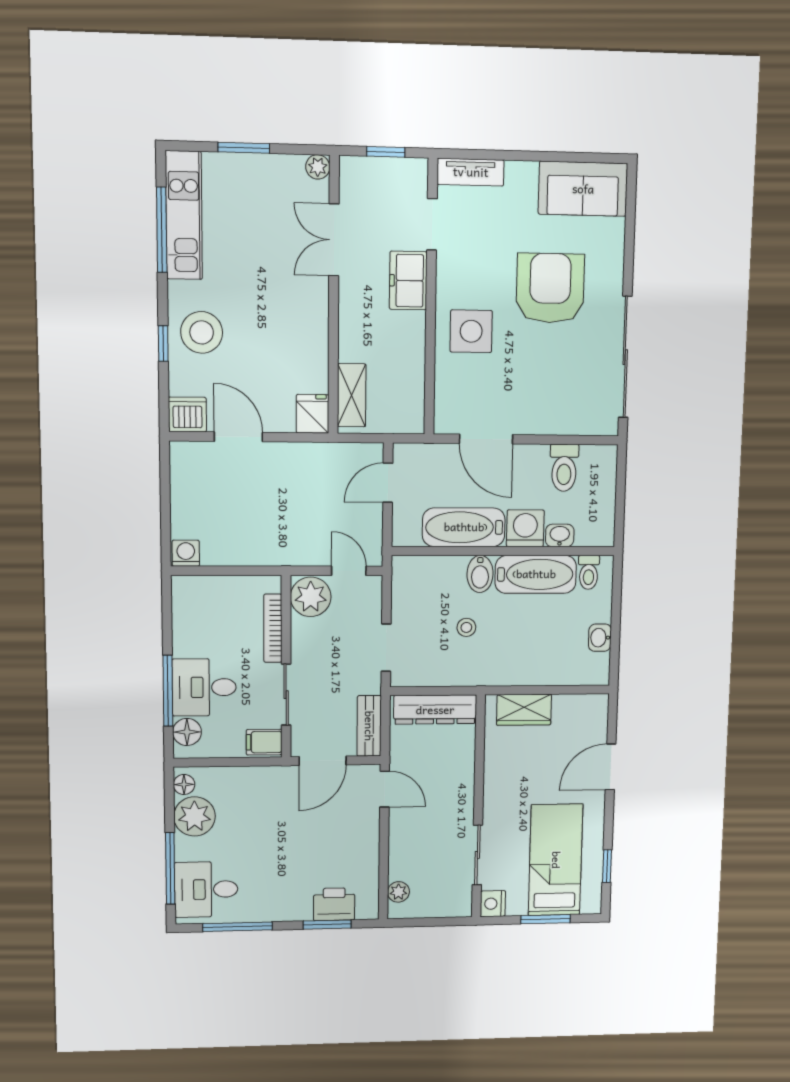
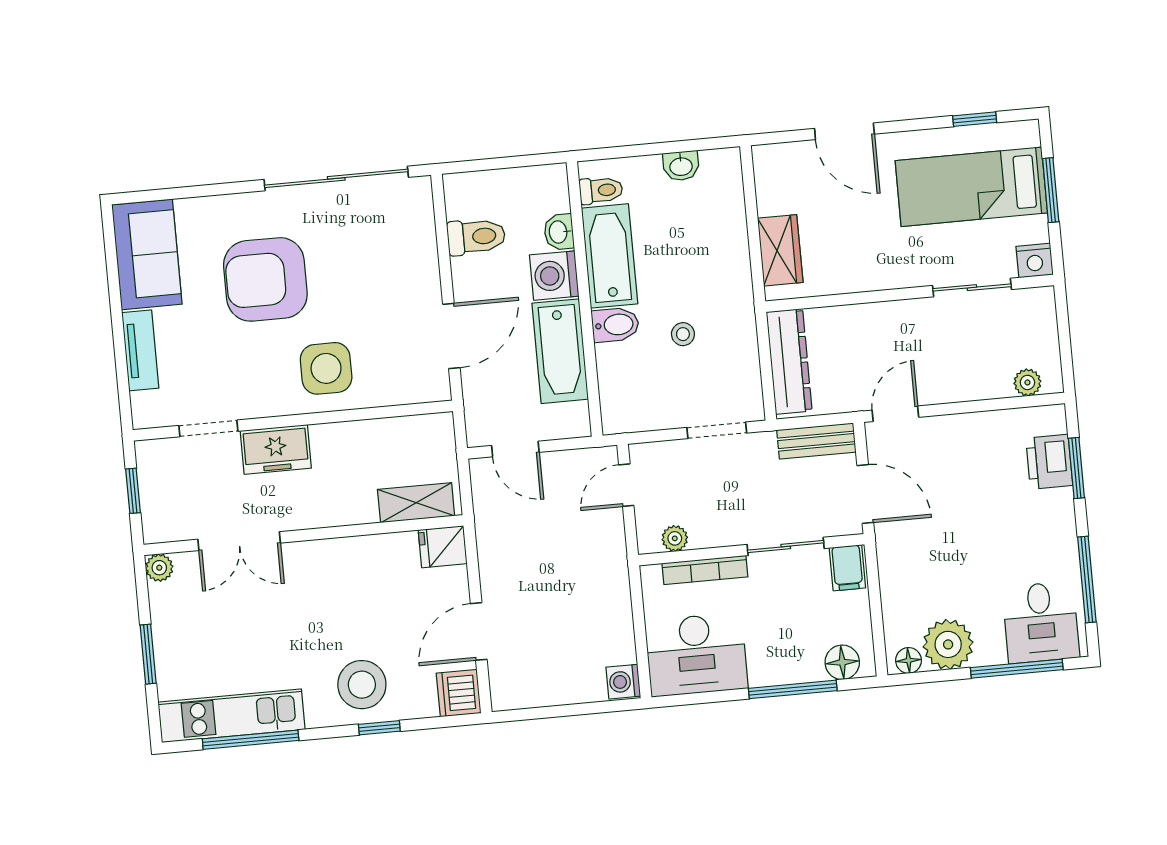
tv unit: (471, 172) -> (140, 350), moved
plant: (311, 597) -> (675, 538), width x0.53, depth x0.53
desk: (204, 687) -> (696, 655), moved, width x1.37

